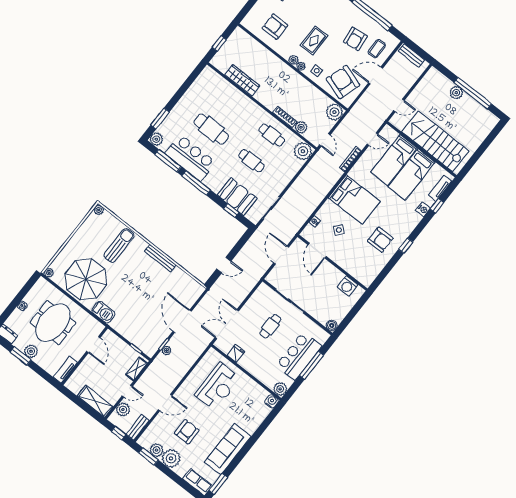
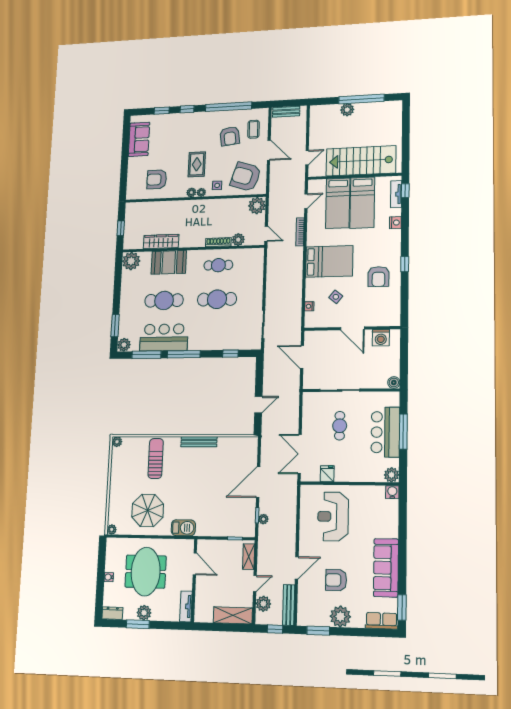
door: (376, 75) -> (269, 150), swing flipped
plant: (303, 151) -> (131, 261), moved
cafe table: (251, 161) -> (217, 299), width x1.37, depth x1.35
booth: (237, 197) -> (169, 262), moved
window: (437, 206) -> (405, 191), moved
armchair: (380, 240) -> (378, 277), turned 90
door: (317, 251) -> (352, 328), moved
parasol: (86, 279) -> (148, 510), width x0.73, depth x0.73
door: (182, 321) -> (258, 482), hinge flipped
reception desk: (217, 386) -> (333, 516), turned 180
bench: (138, 427) -> (289, 605), width x1.36
armchair: (187, 432) -> (336, 580), turned -90
plant: (157, 450) -> (321, 619), removed

